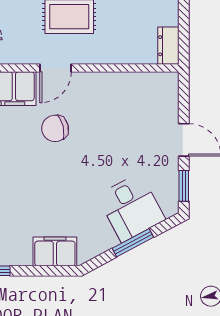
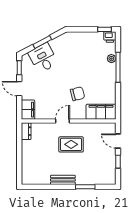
door: (56, 68) -> (63, 121), moved
filing cabinet: (55, 251) -> (28, 110), moved, turned -90

